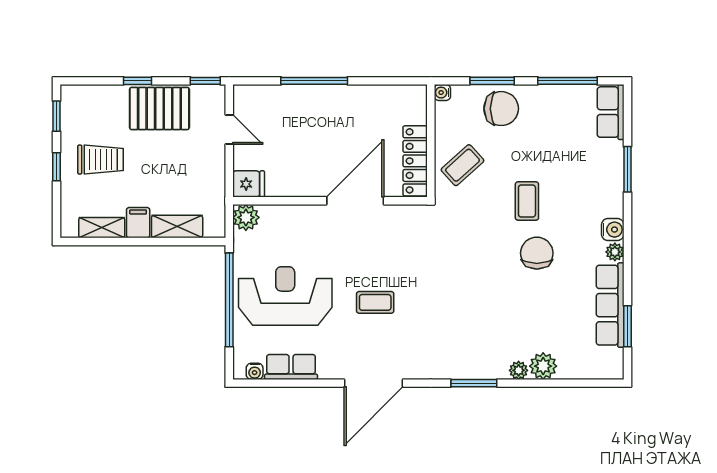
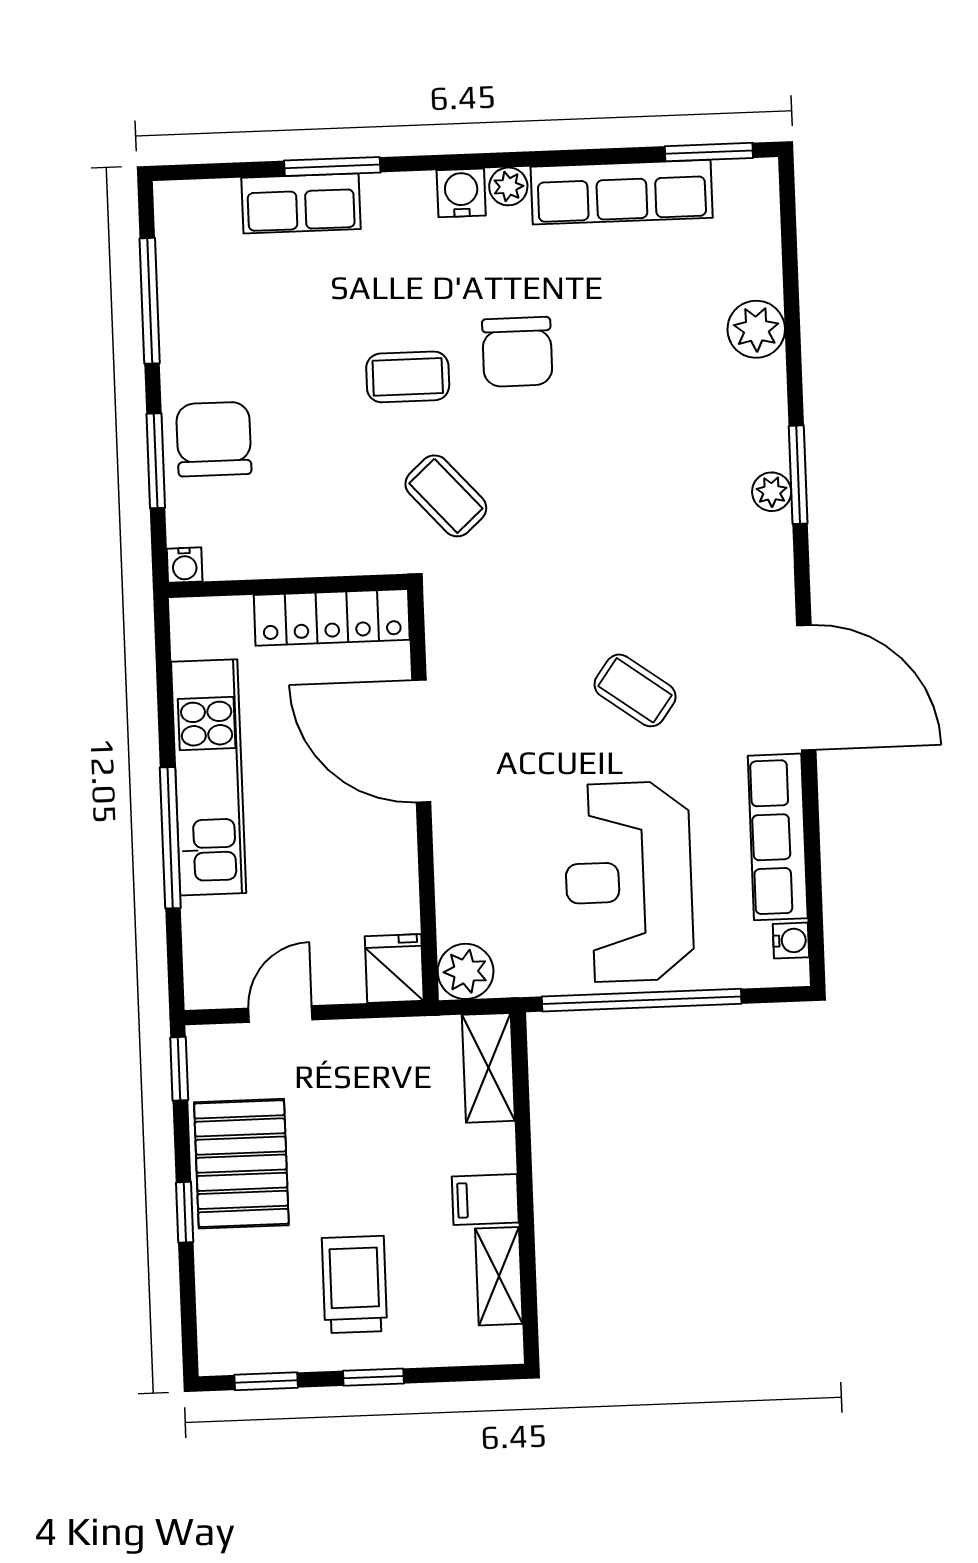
kitchen unit: (342, 100) -> (209, 777), added
row of seats: (611, 112) -> (301, 203), moved
coffee table: (462, 165) -> (446, 496), moved
shelving: (177, 227) -> (488, 1068), moved
chair: (537, 253) -> (517, 352), turned -90
coffee table: (375, 302) -> (635, 690), turned -54
window: (627, 326) -> (709, 152), moved
row of seats: (291, 367) -> (778, 837), width x1.48
plant: (519, 370) -> (772, 492), moved

